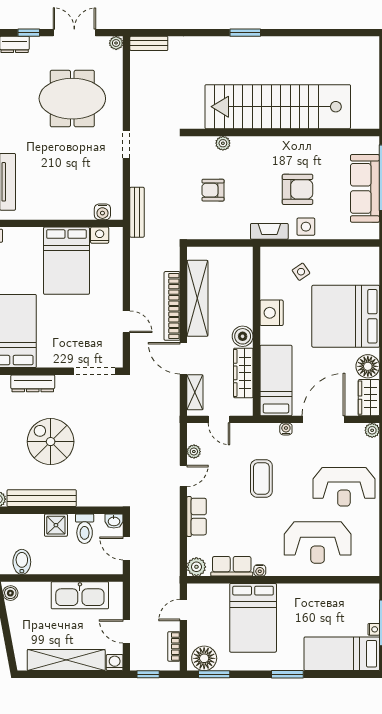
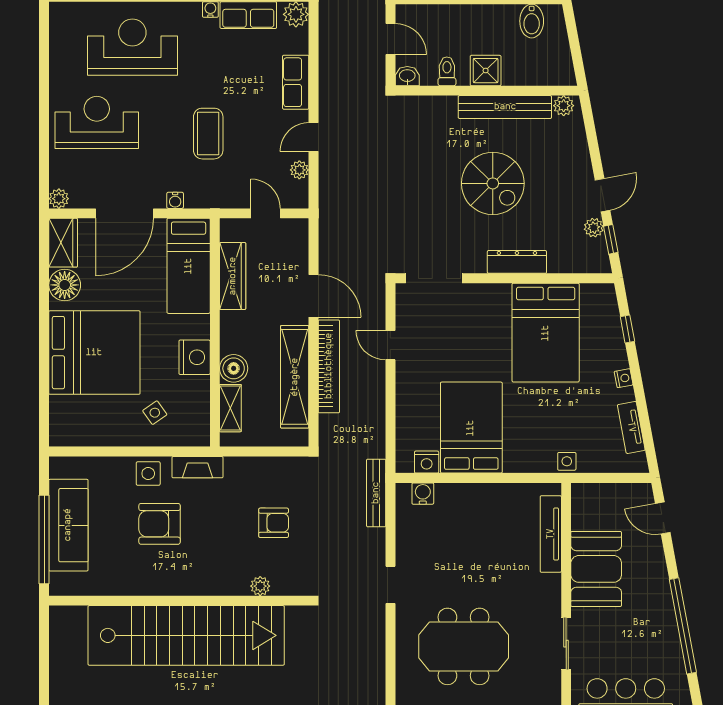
boiler: (243, 336) -> (234, 368), moved
shelving: (195, 392) -> (230, 408), moved
toilet: (85, 529) -> (447, 71), width x0.73, depth x0.72

